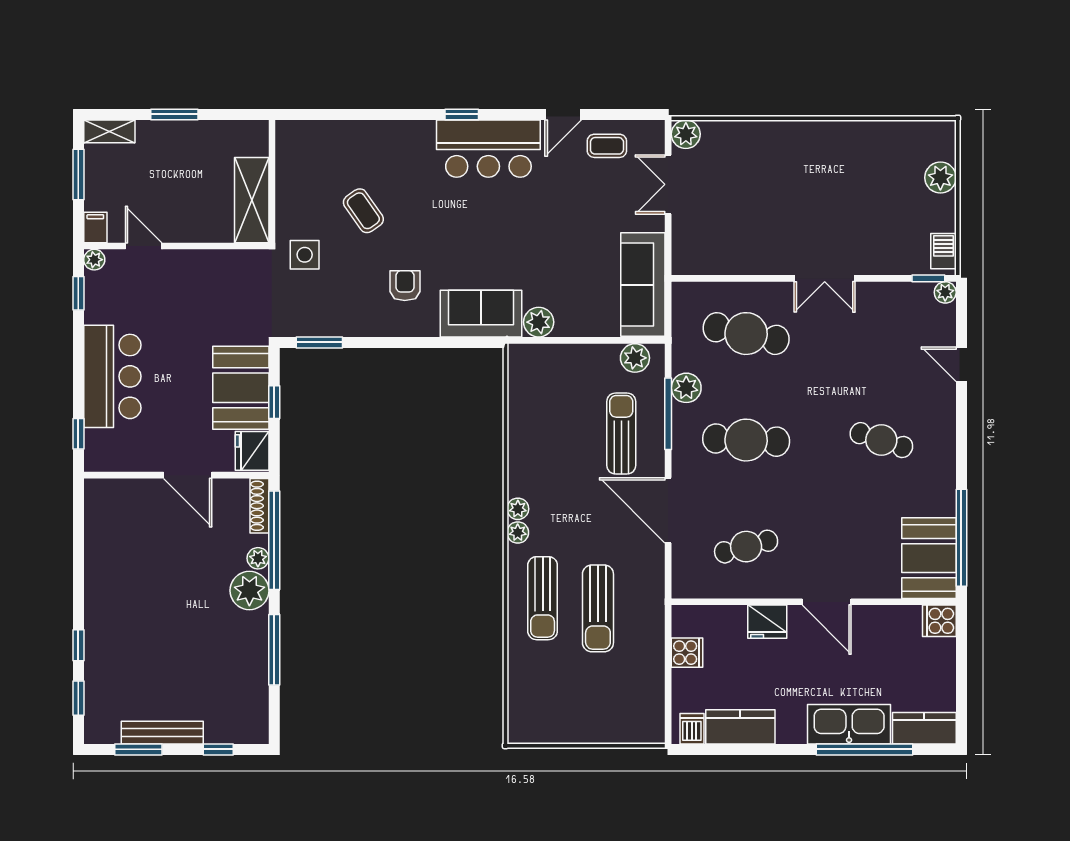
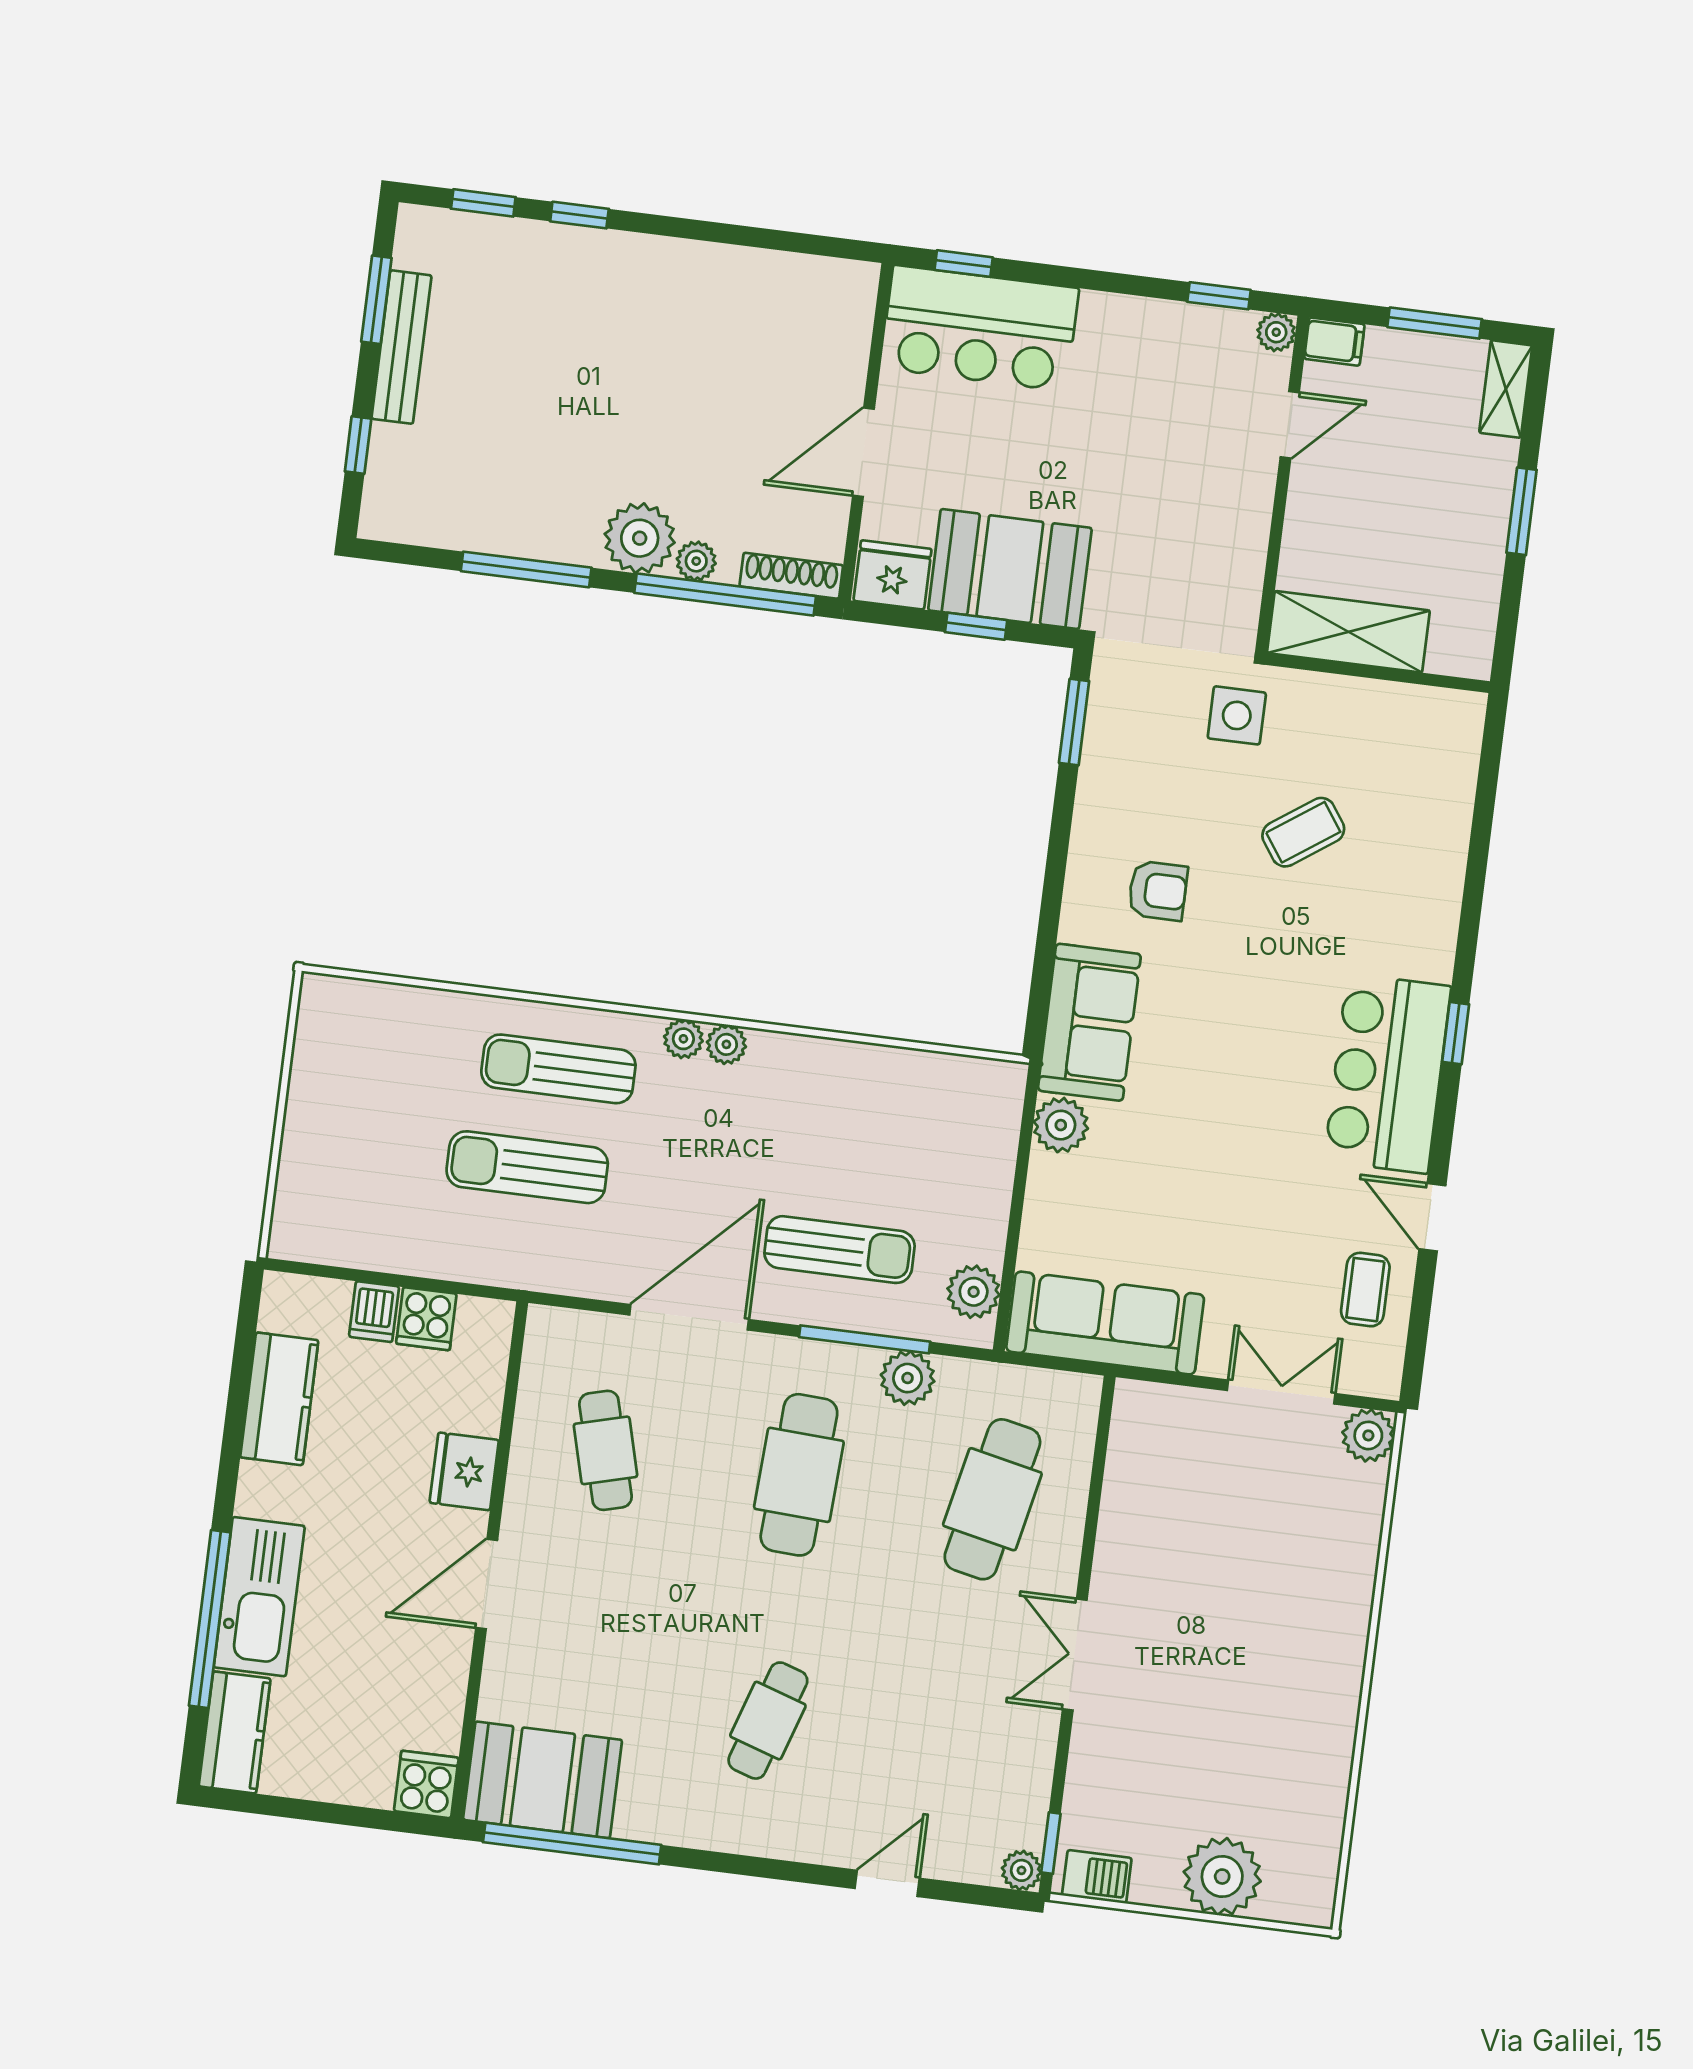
plant: (940, 178) -> (1222, 1877), width x1.36, depth x1.36
bar counter: (112, 376) -> (980, 328), moved
dishwasher: (692, 729) -> (374, 1312), moved, turned 90

